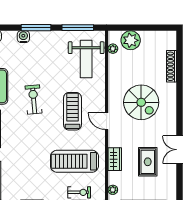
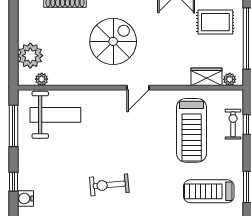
window: (36, 28) -> (13, 182), width x0.46
treadmill: (72, 111) -> (209, 191), moved
wardrobe: (115, 159) -> (207, 77), moved
rug: (148, 162) -> (215, 22), moved

